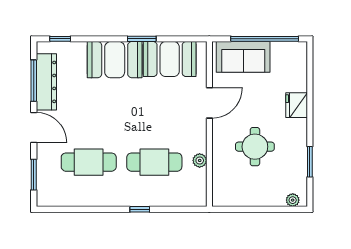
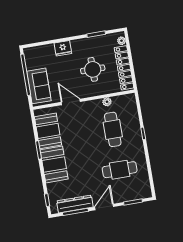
cafe table: (89, 162) -> (120, 170), turned 90
locker: (249, 197) -> (124, 68), added

